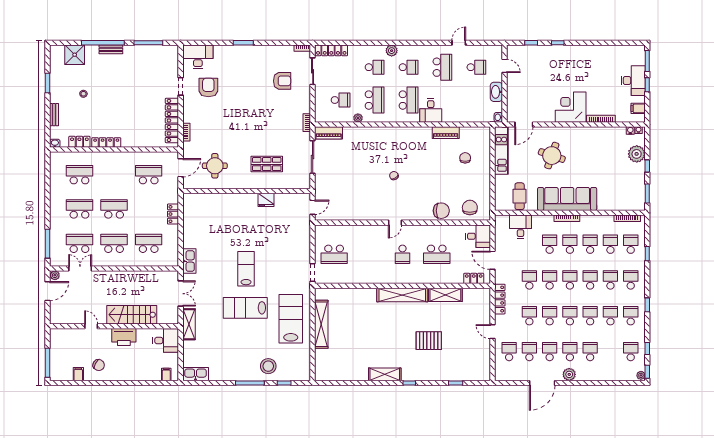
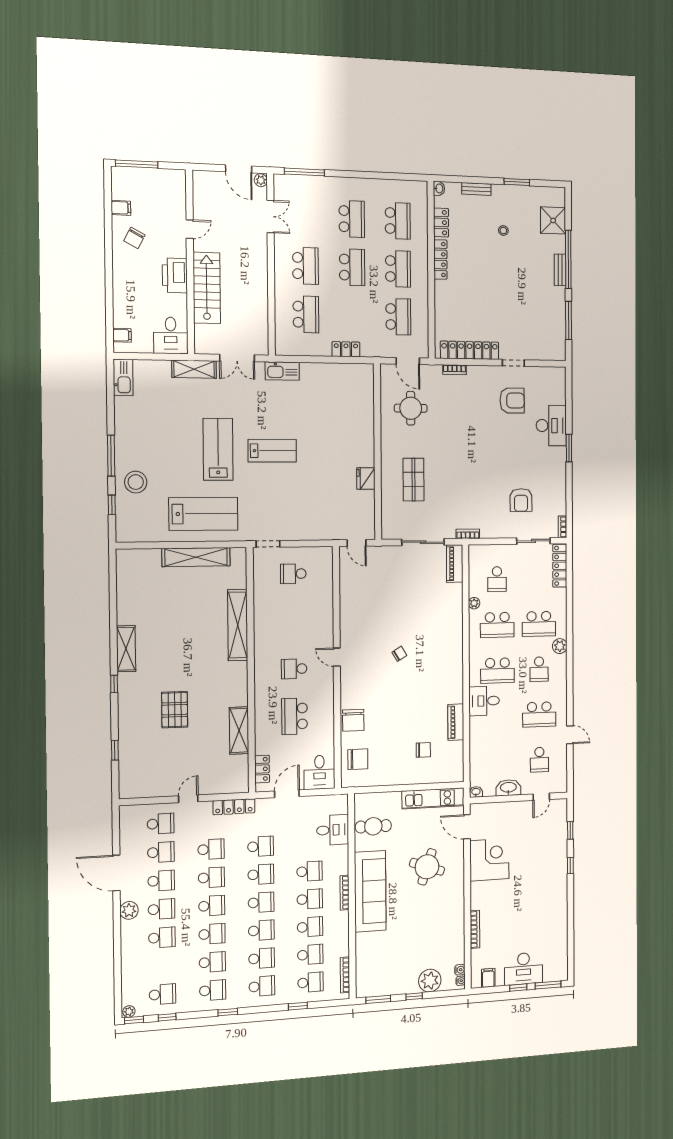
desk: (198, 57) -> (551, 426), moved
school desk: (375, 67) -> (539, 624), width x1.85
corner desk: (571, 107) -> (489, 860), moved
school desk: (79, 243) -> (398, 269), moved
school desk: (334, 254) -> (293, 574), width x0.54
shelving: (402, 295) -> (238, 625), moved

